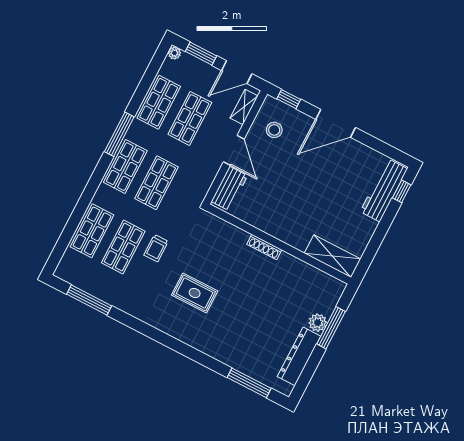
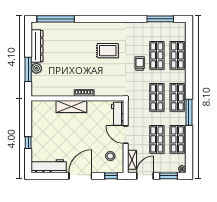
workbench: (384, 190) -> (49, 166), moved, turned -90
window: (402, 191) -> (28, 143), moved
shelving: (333, 256) -> (71, 107), moved
window: (249, 383) -> (56, 19), width x1.46

